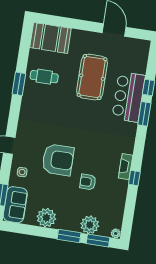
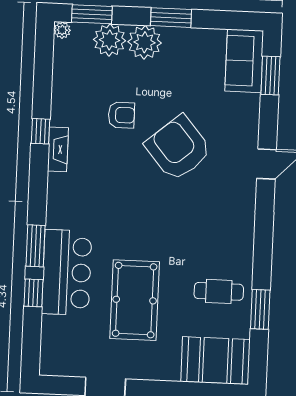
window: (19, 84) -> (260, 309), moved
armchair: (58, 160) -> (178, 148), turned 50
side table: (22, 172) -> (239, 119), removed
plant: (46, 218) -> (145, 42), moved
window: (69, 236) -> (171, 18), moved

